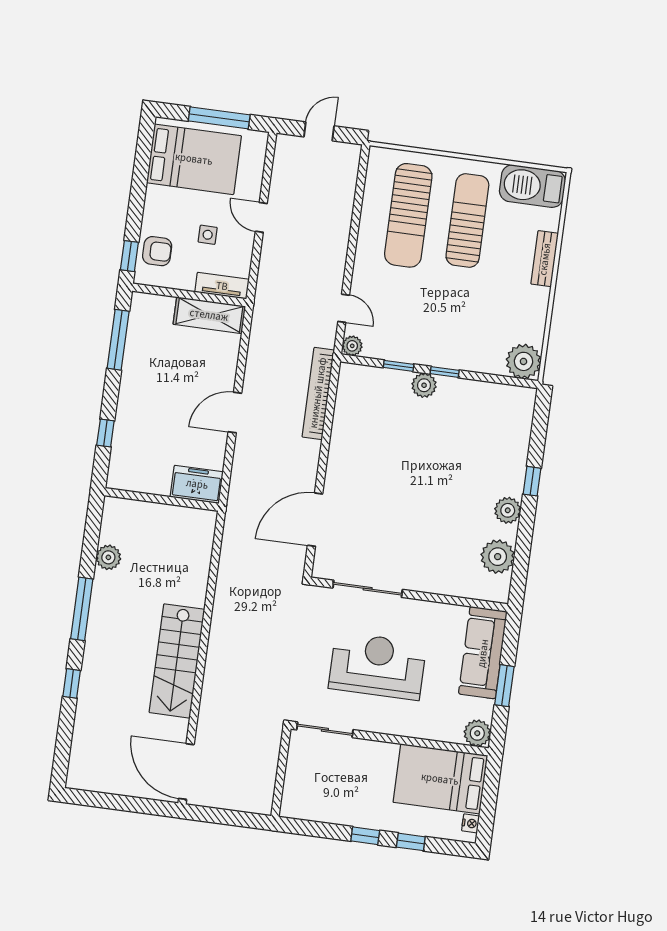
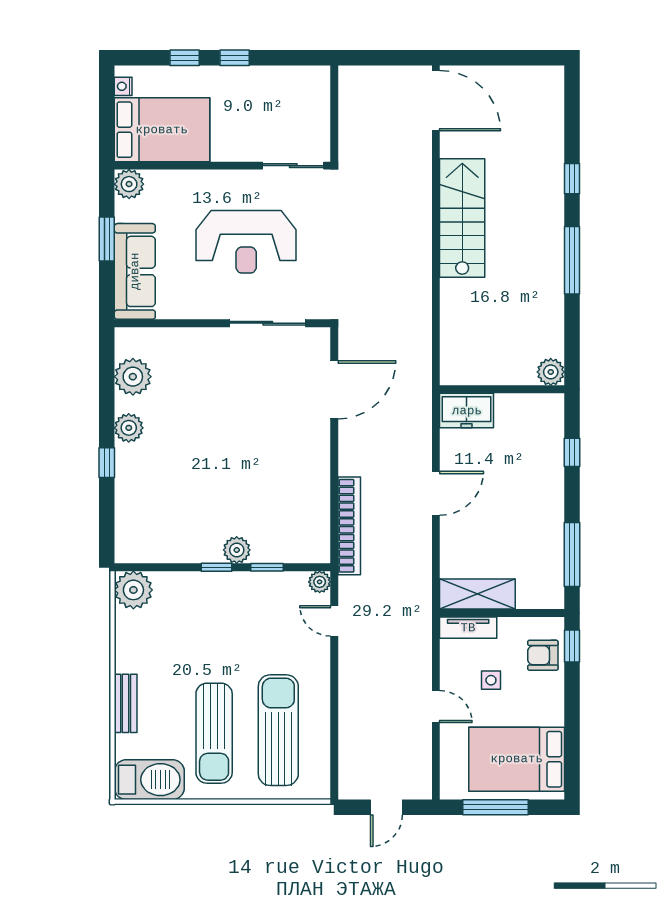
plant: (108, 557) -> (551, 372), moved

